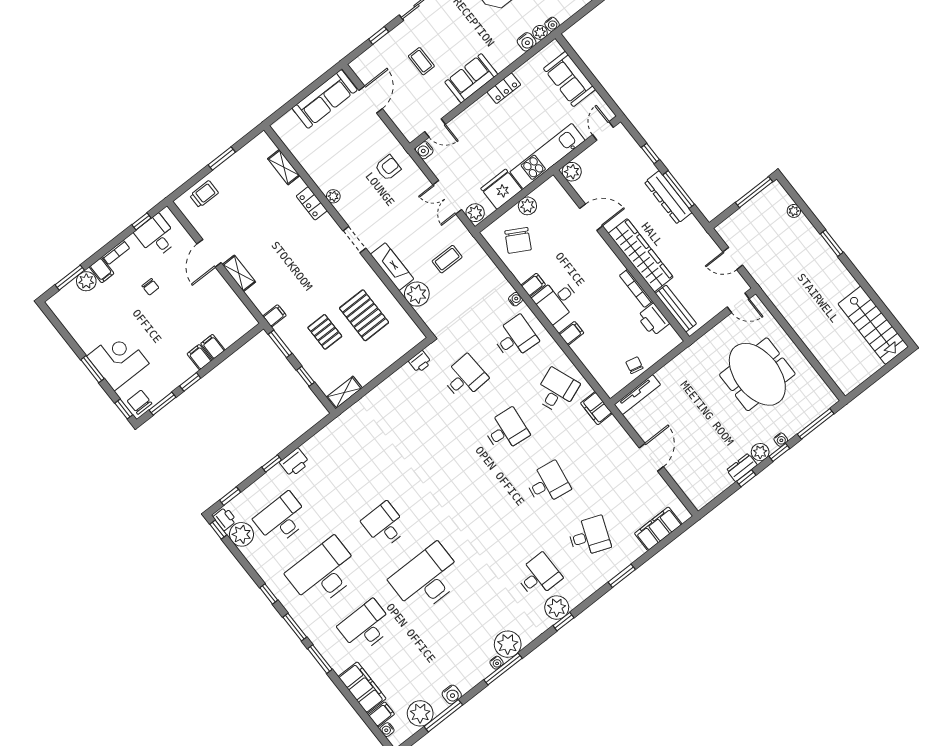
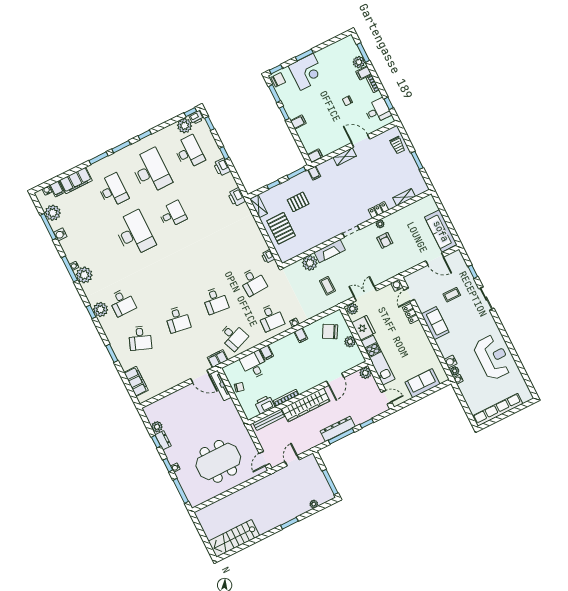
locker: (504, 88) -> (411, 313), moved
armchair: (388, 168) -> (385, 240), moved
desk: (556, 300) -> (254, 365), moved
pallet: (364, 315) -> (281, 228), moved, turned 90
filing cabinet: (213, 347) -> (315, 156), moved
printer: (337, 430) -> (237, 197), added
plant: (760, 452) -> (157, 427), moved
door: (651, 457) -> (200, 376), moved

